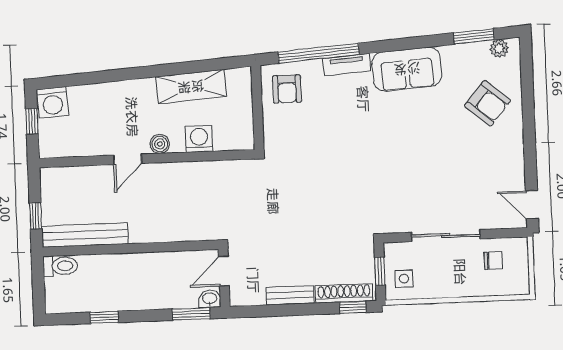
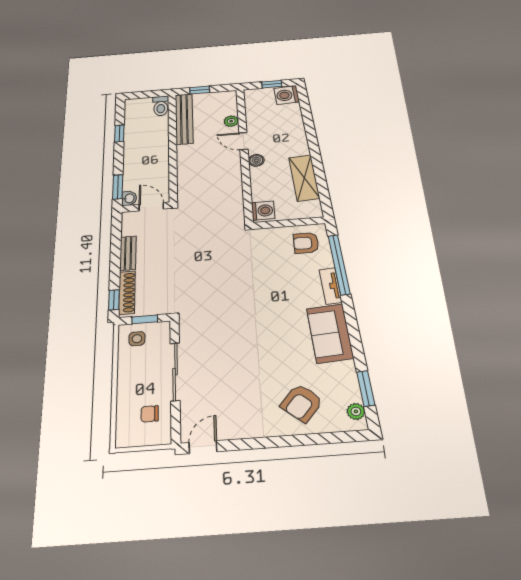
washing machine: (199, 139) -> (263, 211), moved
plant: (93, 175) -> (231, 121), added
chair: (493, 261) -> (150, 414), turned 90

